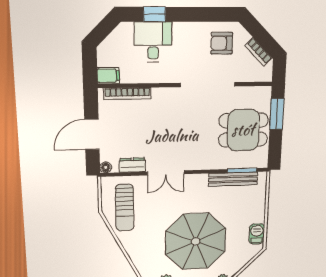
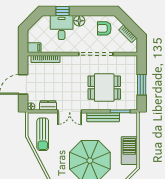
floor lamp: (182, 31) -> (79, 21), added
window: (277, 114) -> (142, 85), moved
dining table: (243, 130) -> (104, 88), moved
bench: (233, 179) -> (103, 117), moved
barbecue: (257, 234) -> (129, 151), width x1.88, depth x1.53

